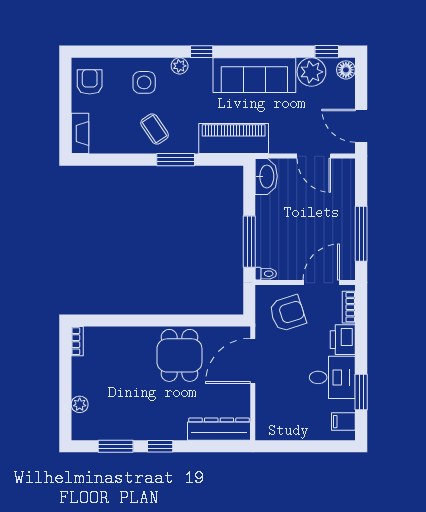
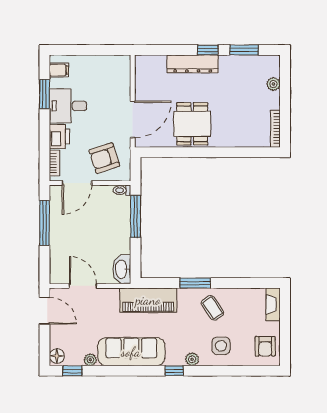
plant: (311, 72) -> (90, 360), width x0.53, depth x0.53
bookcase: (77, 341) -> (275, 129), width x1.56
dresser: (219, 429) -> (193, 64), moved

